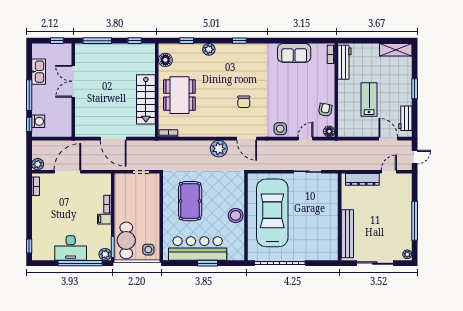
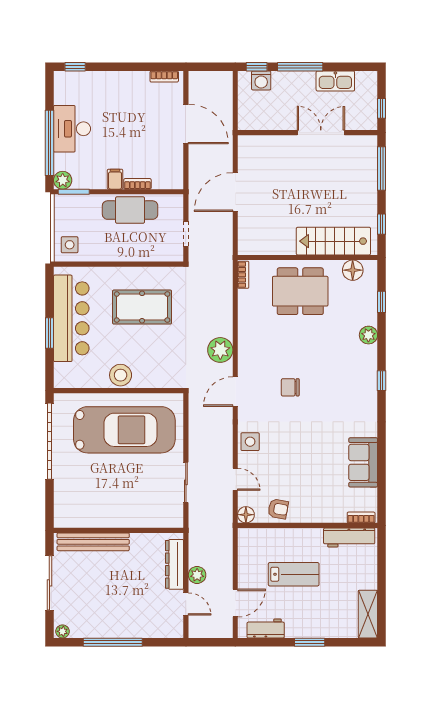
stairs: (146, 99) -> (333, 241), moved
door: (415, 157) -> (208, 642), removed
plant: (38, 164) -> (197, 575), moved
cafe table: (126, 240) -> (130, 210), moved

